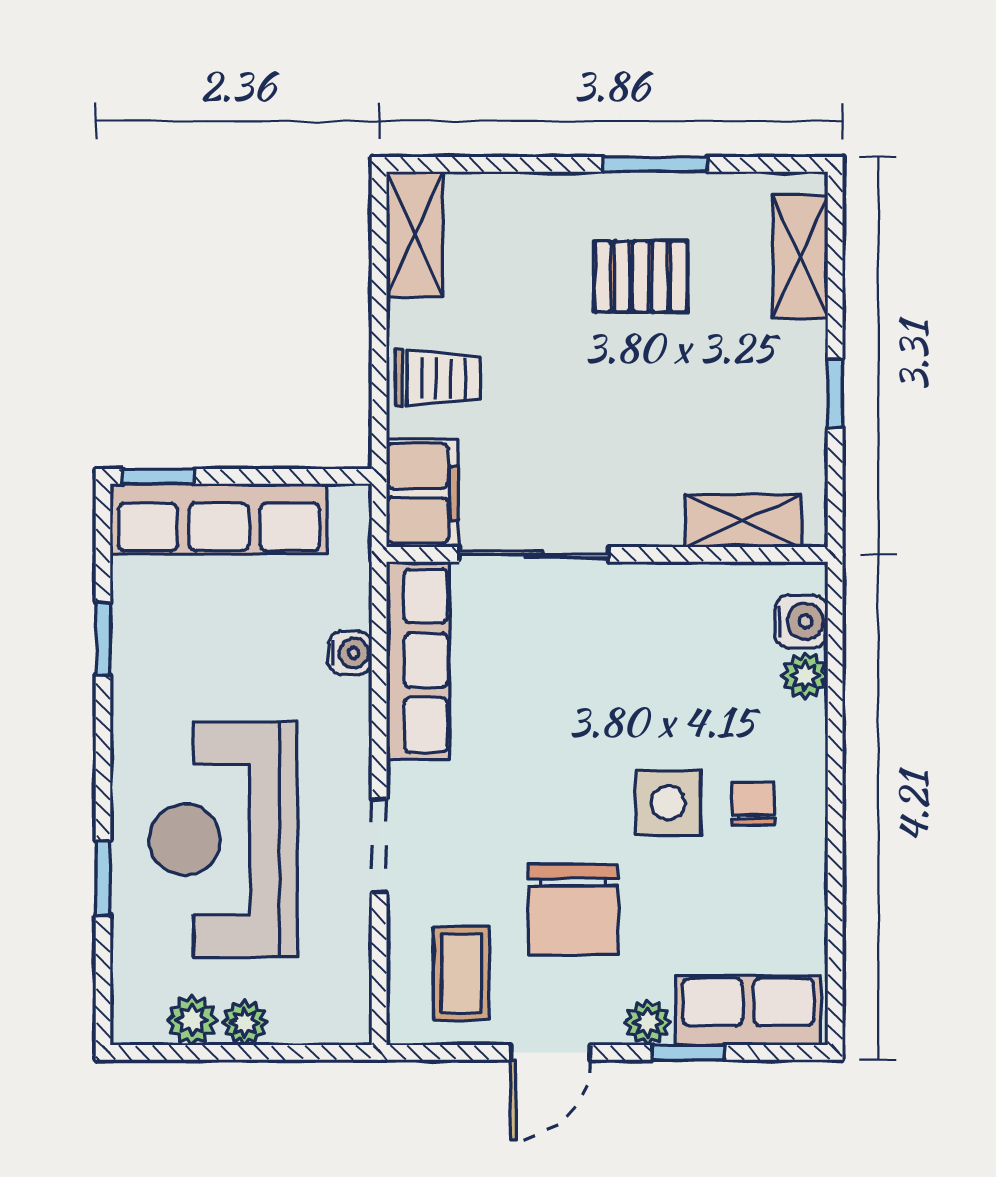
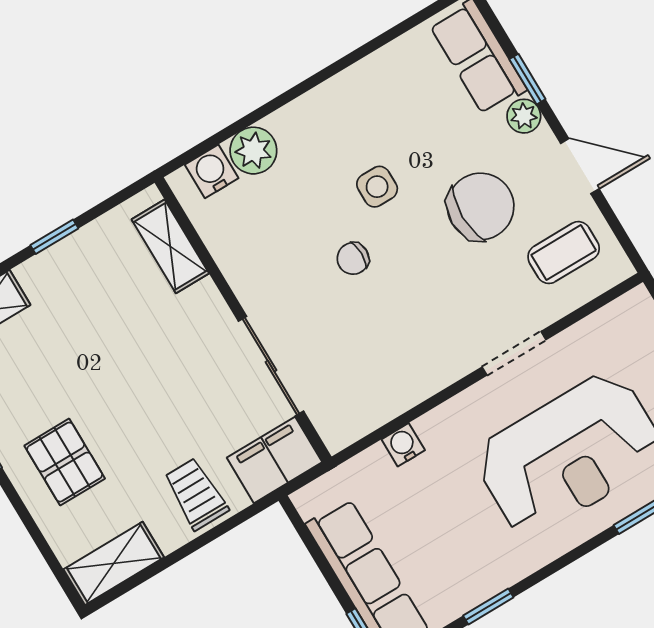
pallet: (641, 276) -> (65, 462), moved
row of seats: (418, 660) -> (382, 399), removed
plant: (805, 676) -> (253, 151), width x1.38, depth x1.38
side table: (668, 803) -> (377, 187), width x0.73, depth x0.73
chair: (753, 804) -> (353, 258), moved

